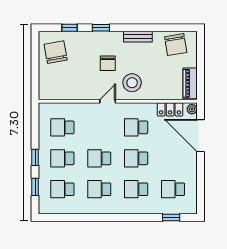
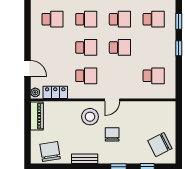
chair: (56, 52) -> (160, 145), turned 73
door: (200, 136) -> (27, 68), width x0.53
school desk: (62, 158) -> (154, 47), removed

